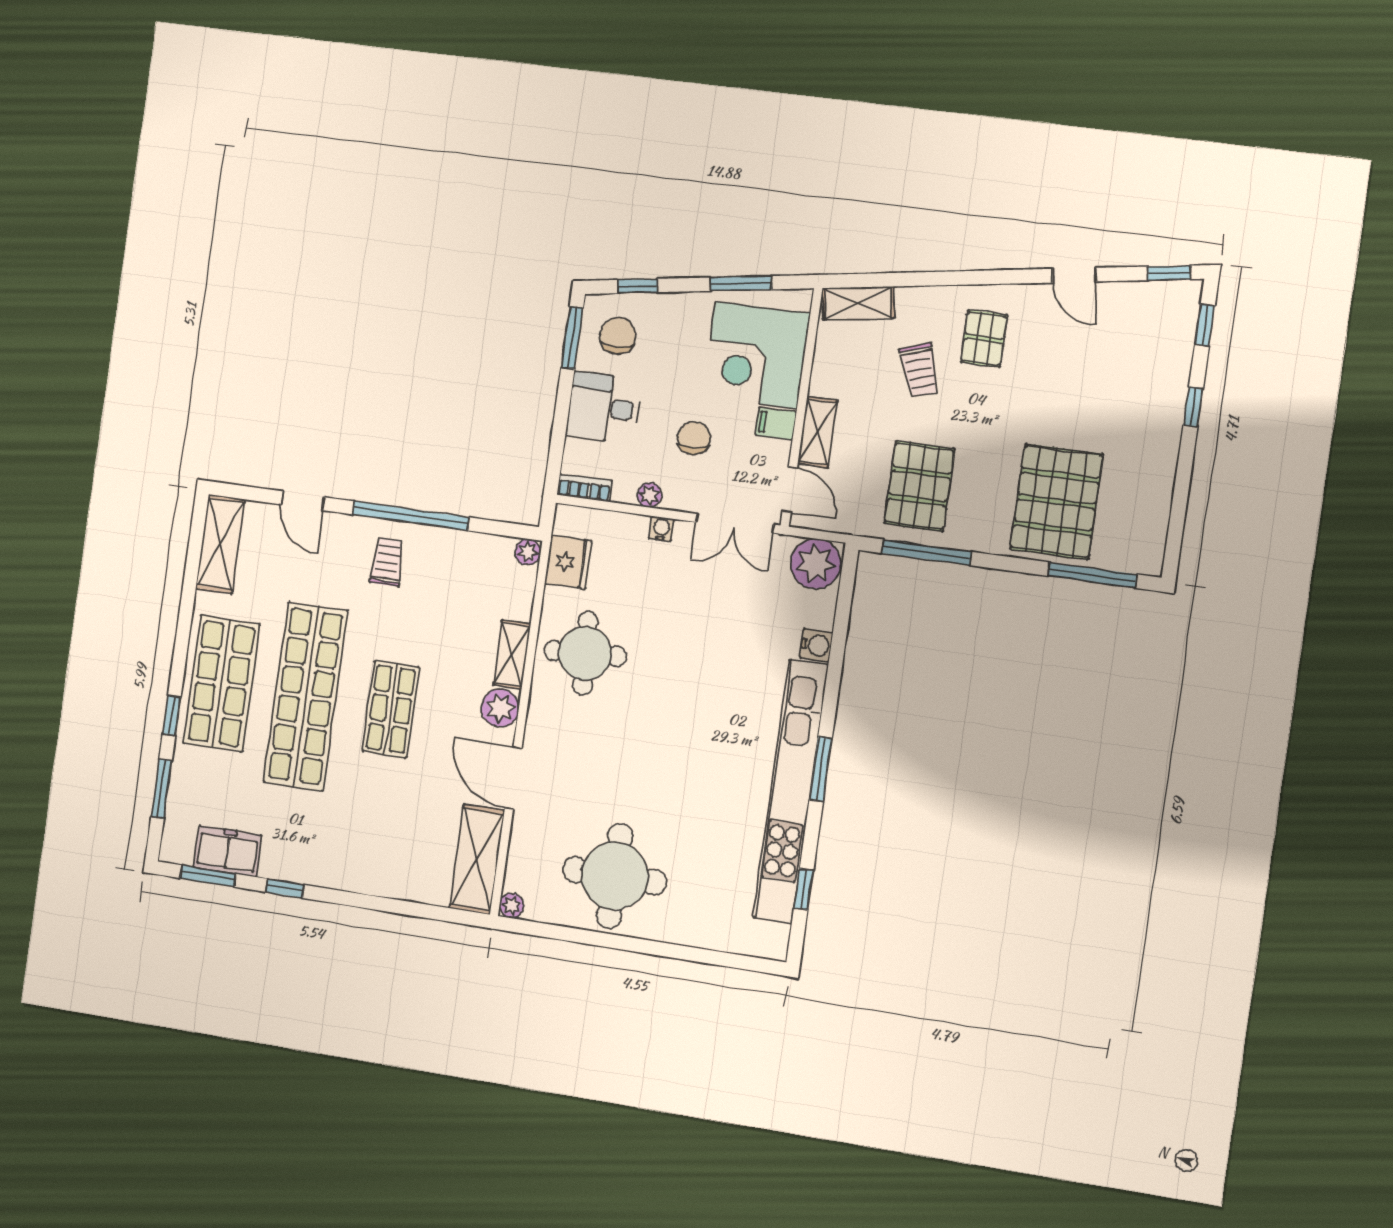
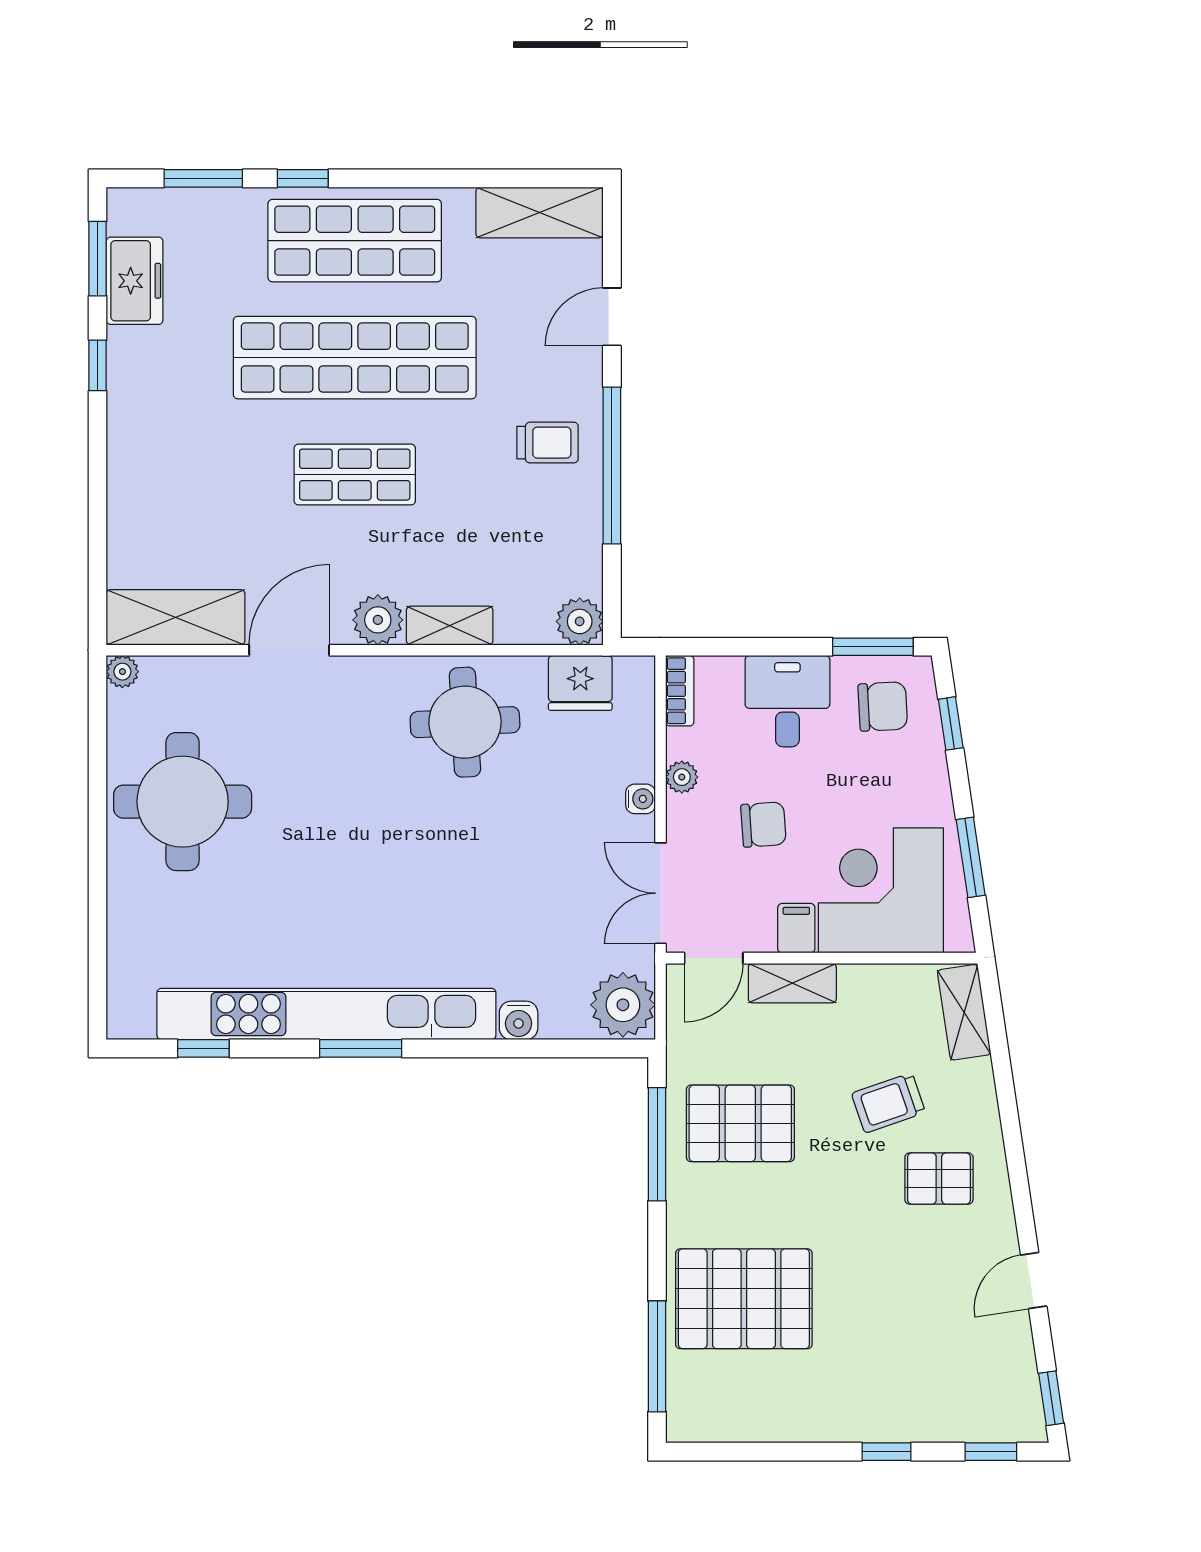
plant: (528, 552) -> (580, 621), width x1.38, depth x1.38

